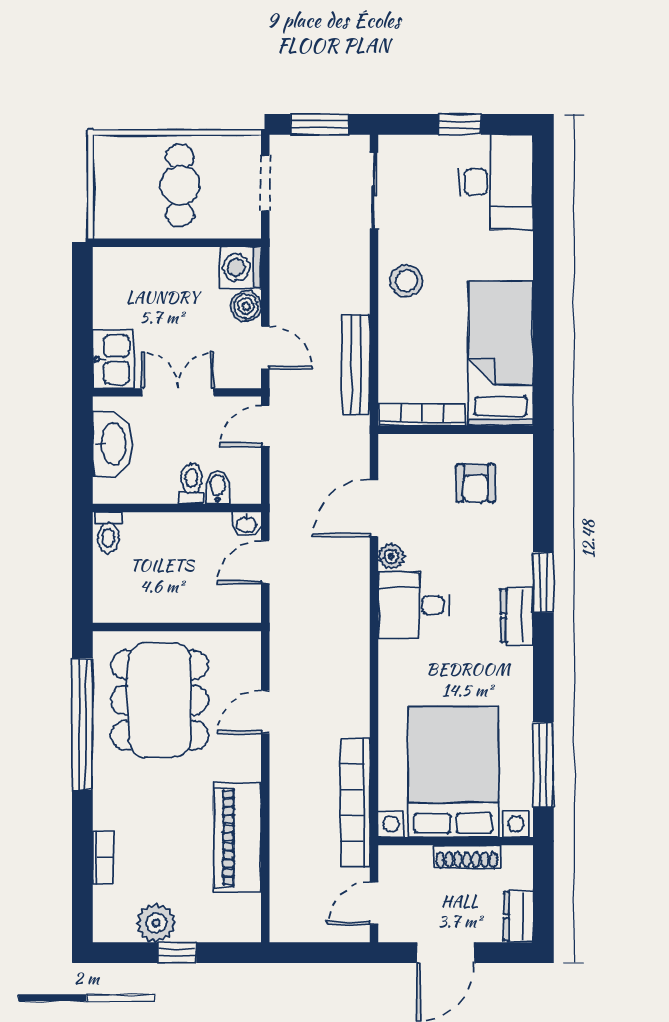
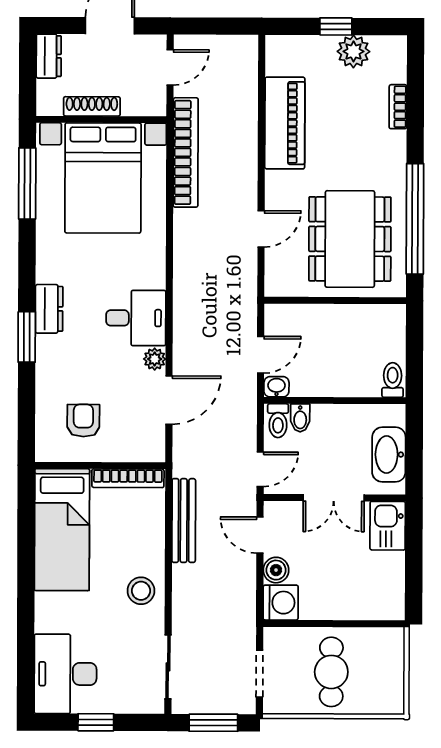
toilet: (192, 484) -> (278, 421), moved

